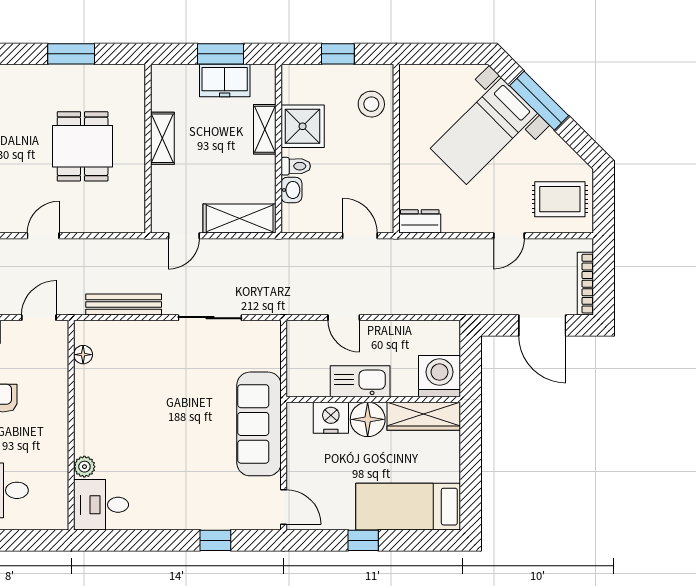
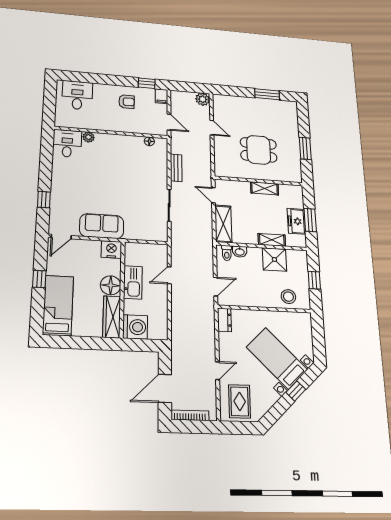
window: (539, 101) -> (296, 391), width x0.46
toilet: (296, 166) -> (227, 253), moved
door: (509, 236) -> (217, 371), swing flipped
bench: (124, 304) -> (176, 168), width x0.73
nightstand: (331, 418) -> (111, 249), moved, turned -90
sofa: (259, 424) -> (102, 226), width x0.73

